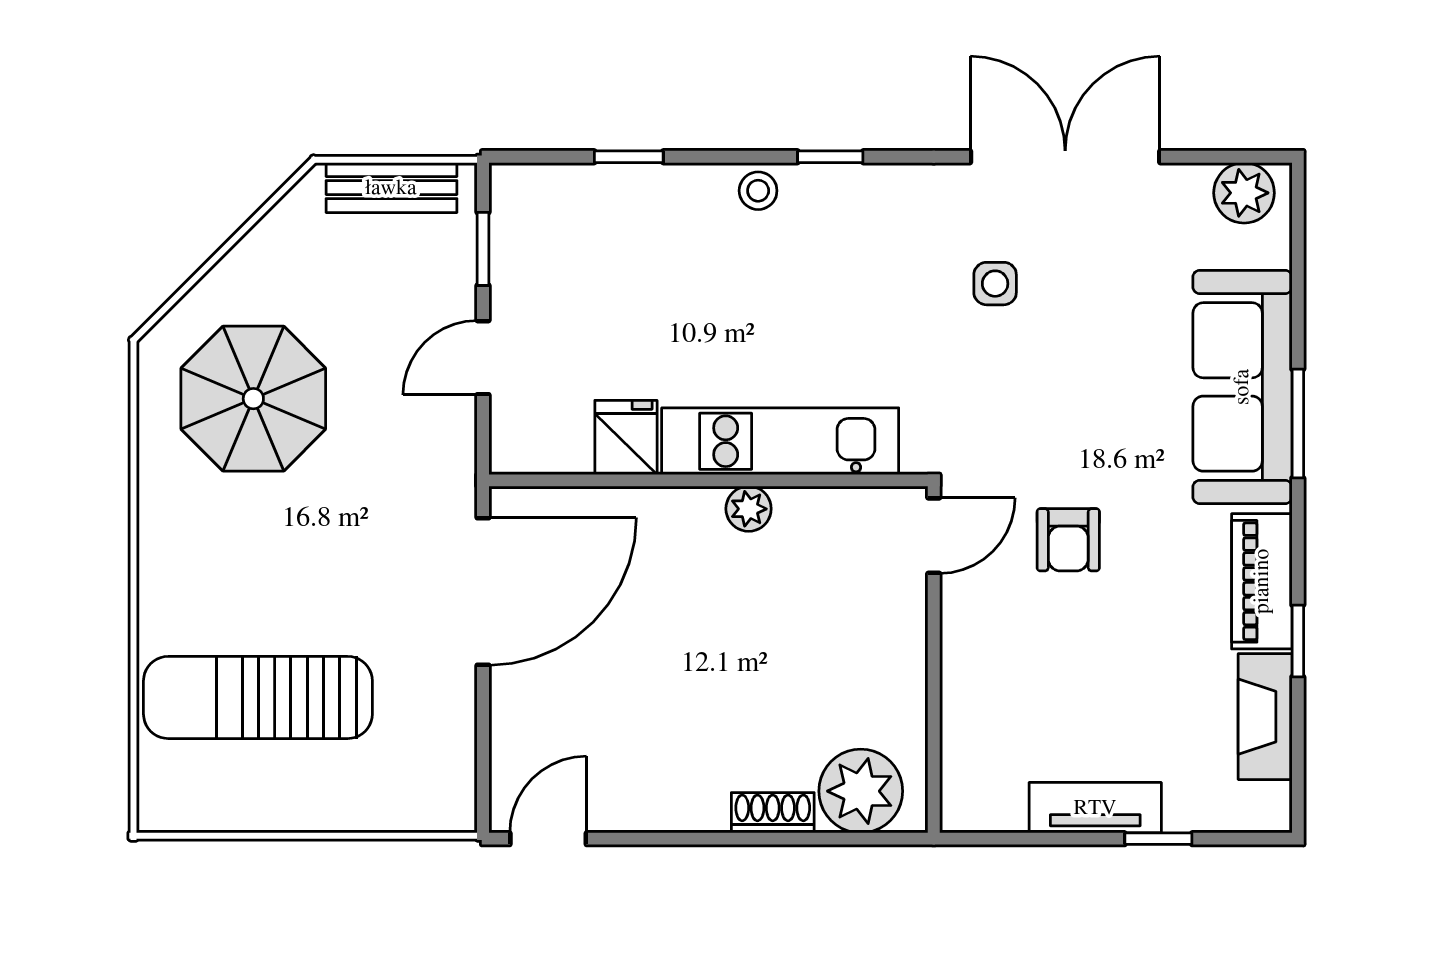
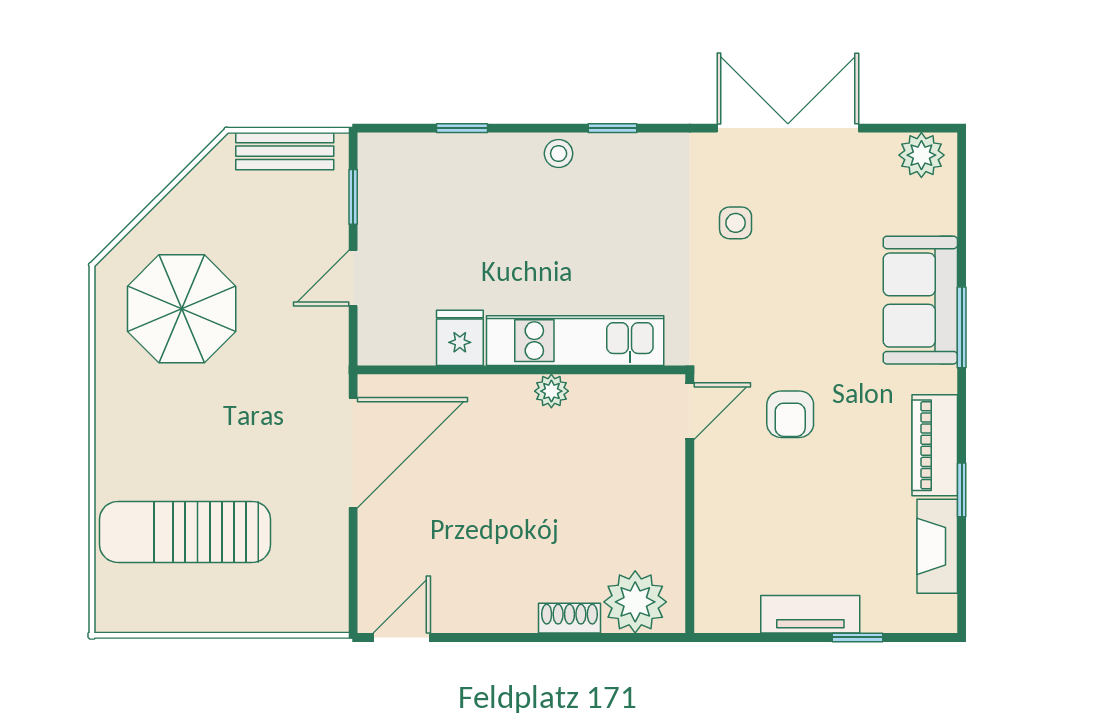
sofa: (1242, 387) -> (920, 300), width x0.73

